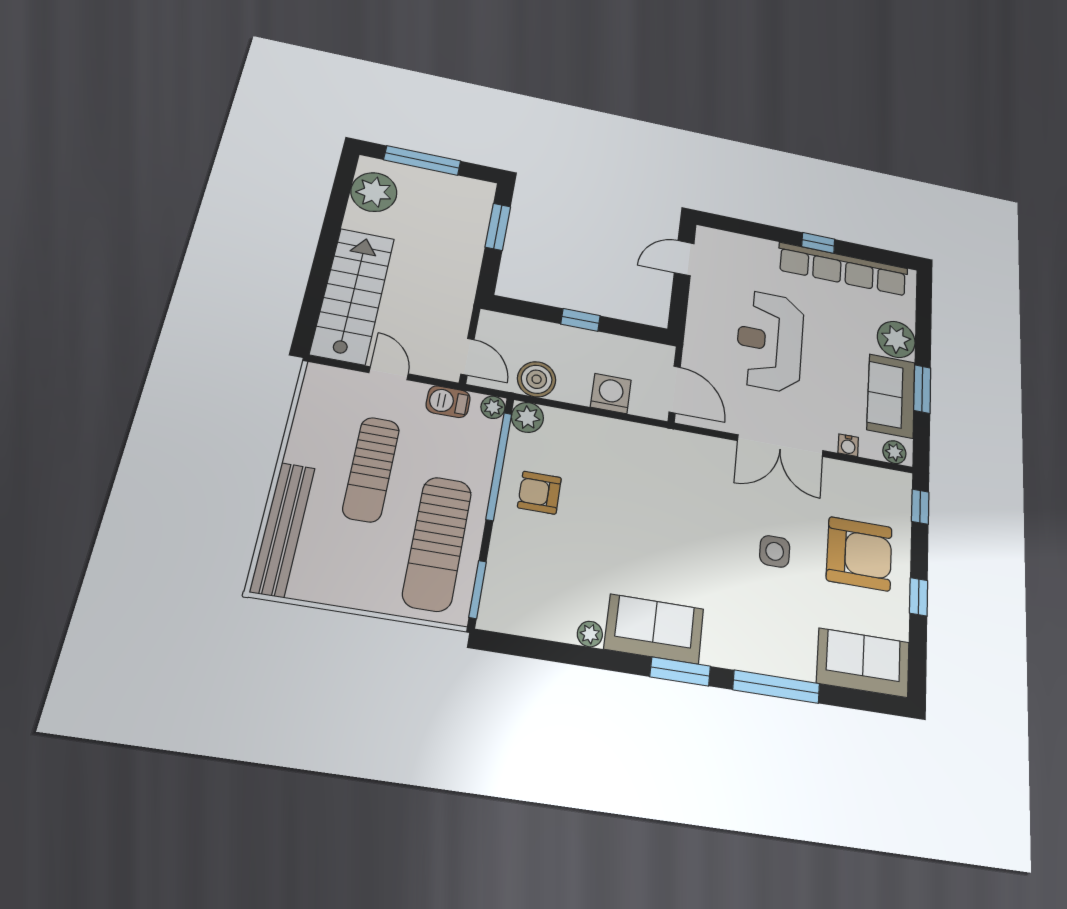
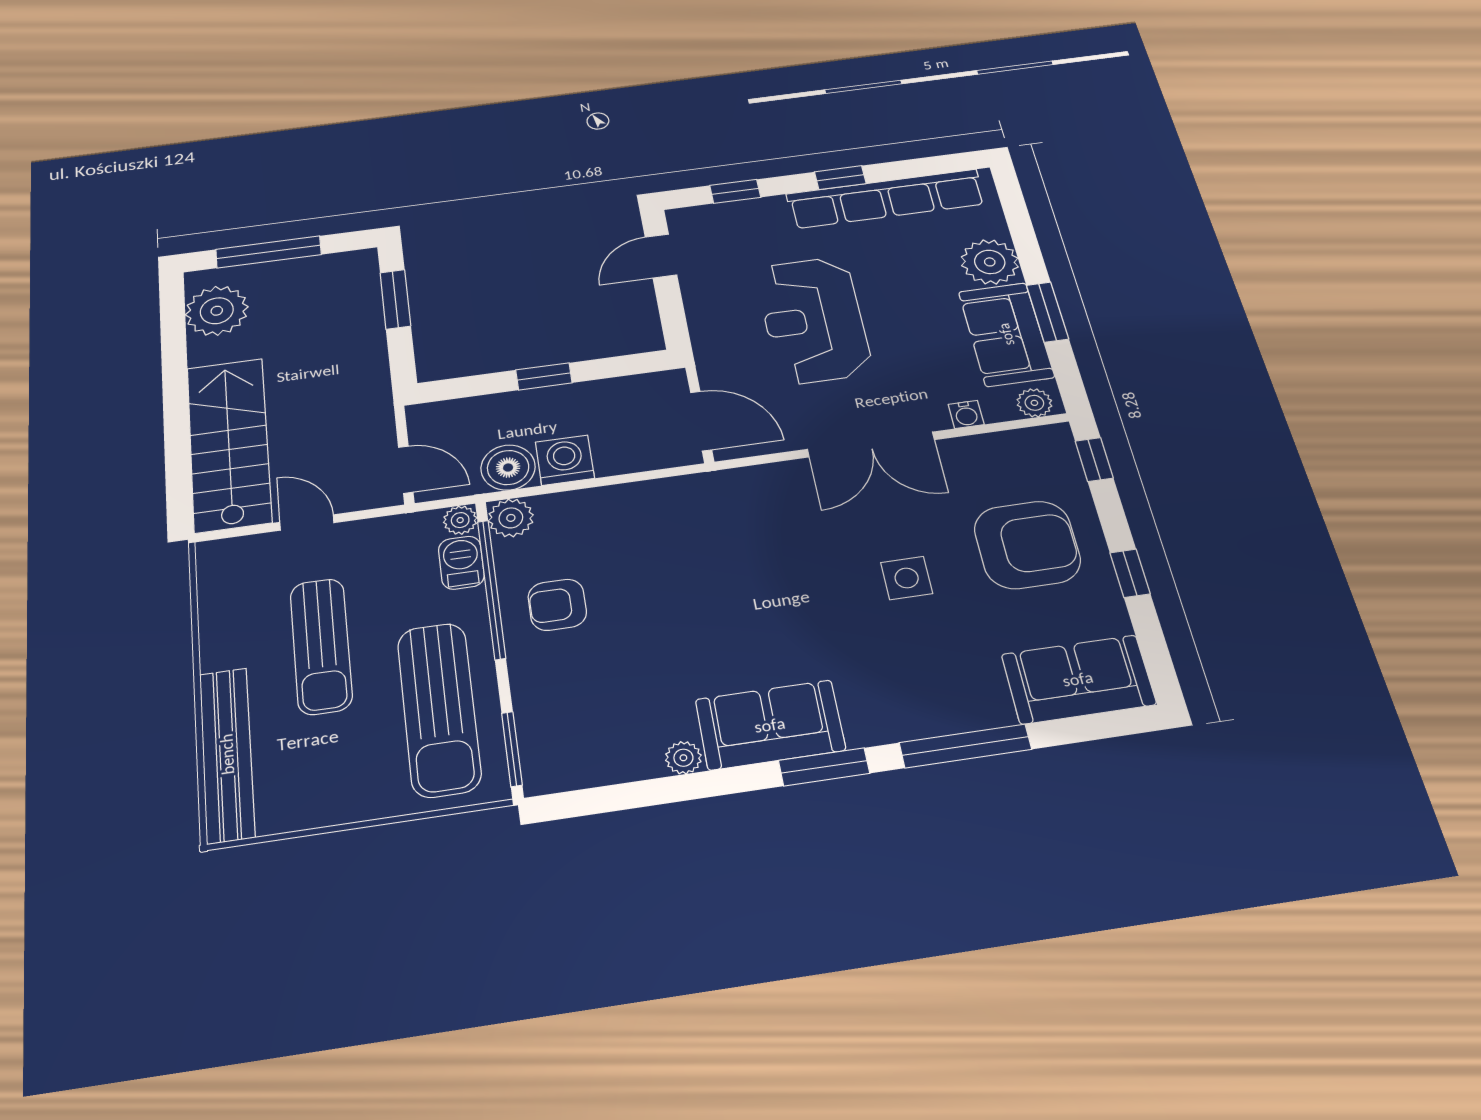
window: (747, 228) -> (735, 191), added
washing machine: (611, 394) -> (565, 460), moved
barbecue: (448, 402) -> (461, 563), moved, turned 90

